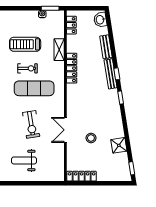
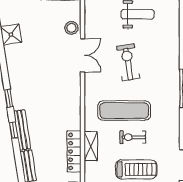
shelving: (59, 50) -> (91, 146), moved
locker: (72, 68) -> (74, 151), moved
stool: (91, 138) -> (71, 28), moved

